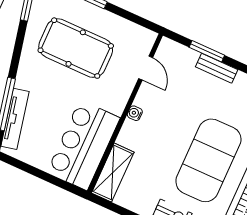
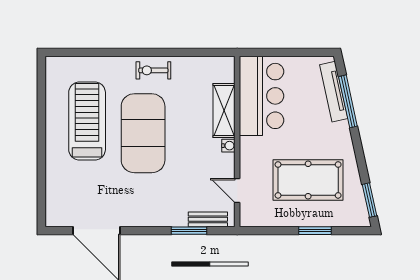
bench: (217, 68) -> (208, 219), moved
shelving: (113, 173) -> (224, 111), moved

